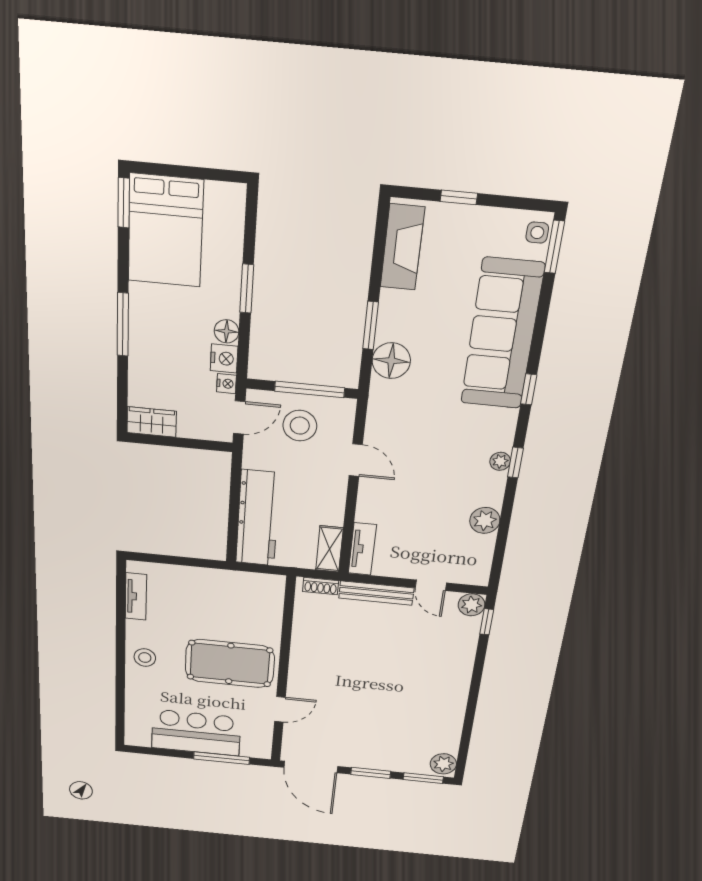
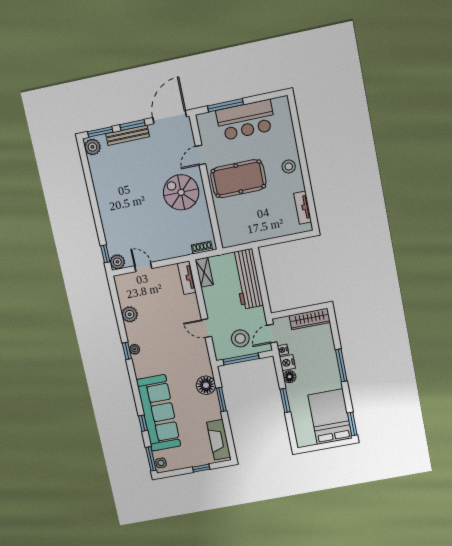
window: (529, 389) -> (143, 423), moved
wardrobe: (152, 422) -> (310, 319), width x1.50
bench: (376, 593) -> (128, 135), moved
spiral stairs: (328, 671) -> (181, 192), added
door: (311, 767) -> (170, 117), hinge flipped

